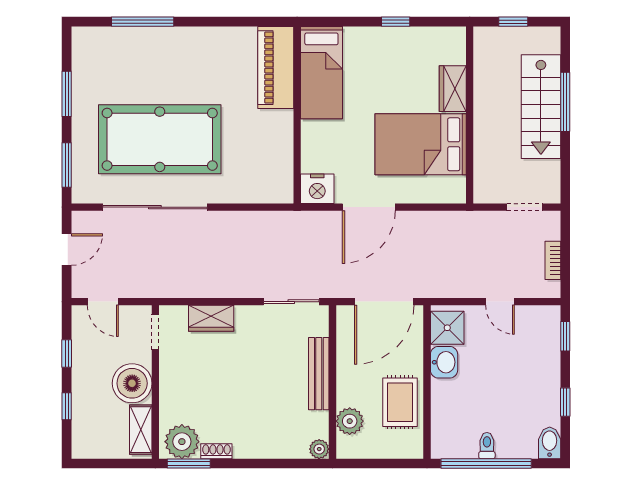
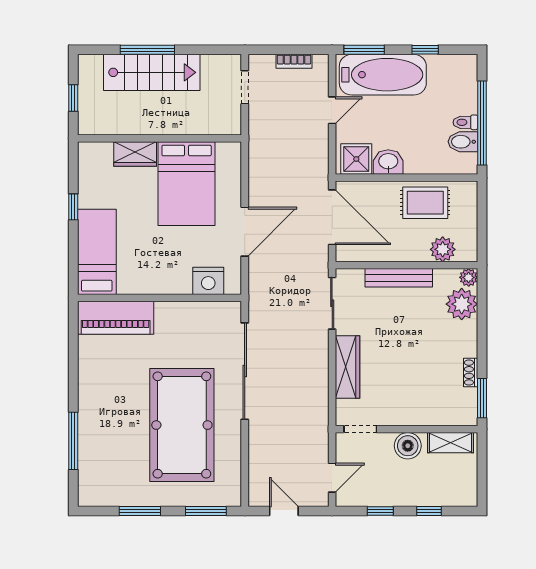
bed: (321, 73) -> (97, 252), moved, turned -90
nightstand: (317, 189) -> (208, 281), moved, turned 90
sliding door: (155, 207) -> (245, 371), moved
door: (369, 207) -> (245, 232), hinge flipped
wardrobe: (211, 318) -> (348, 367), width x1.50
window: (565, 336) -> (364, 50), width x1.50
bathtub: (538, 356) -> (383, 75), added
boiler: (132, 383) -> (408, 446), width x0.73, depth x0.73
plant: (182, 442) -> (462, 304), moved
bidet: (550, 443) -> (463, 142), moved

